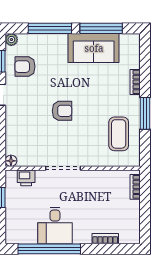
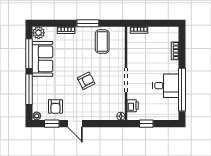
plant: (131, 42) -> (39, 33), added
armchair: (62, 111) -> (86, 81), turned 63
coffee table: (119, 134) -> (102, 41), turned 90

